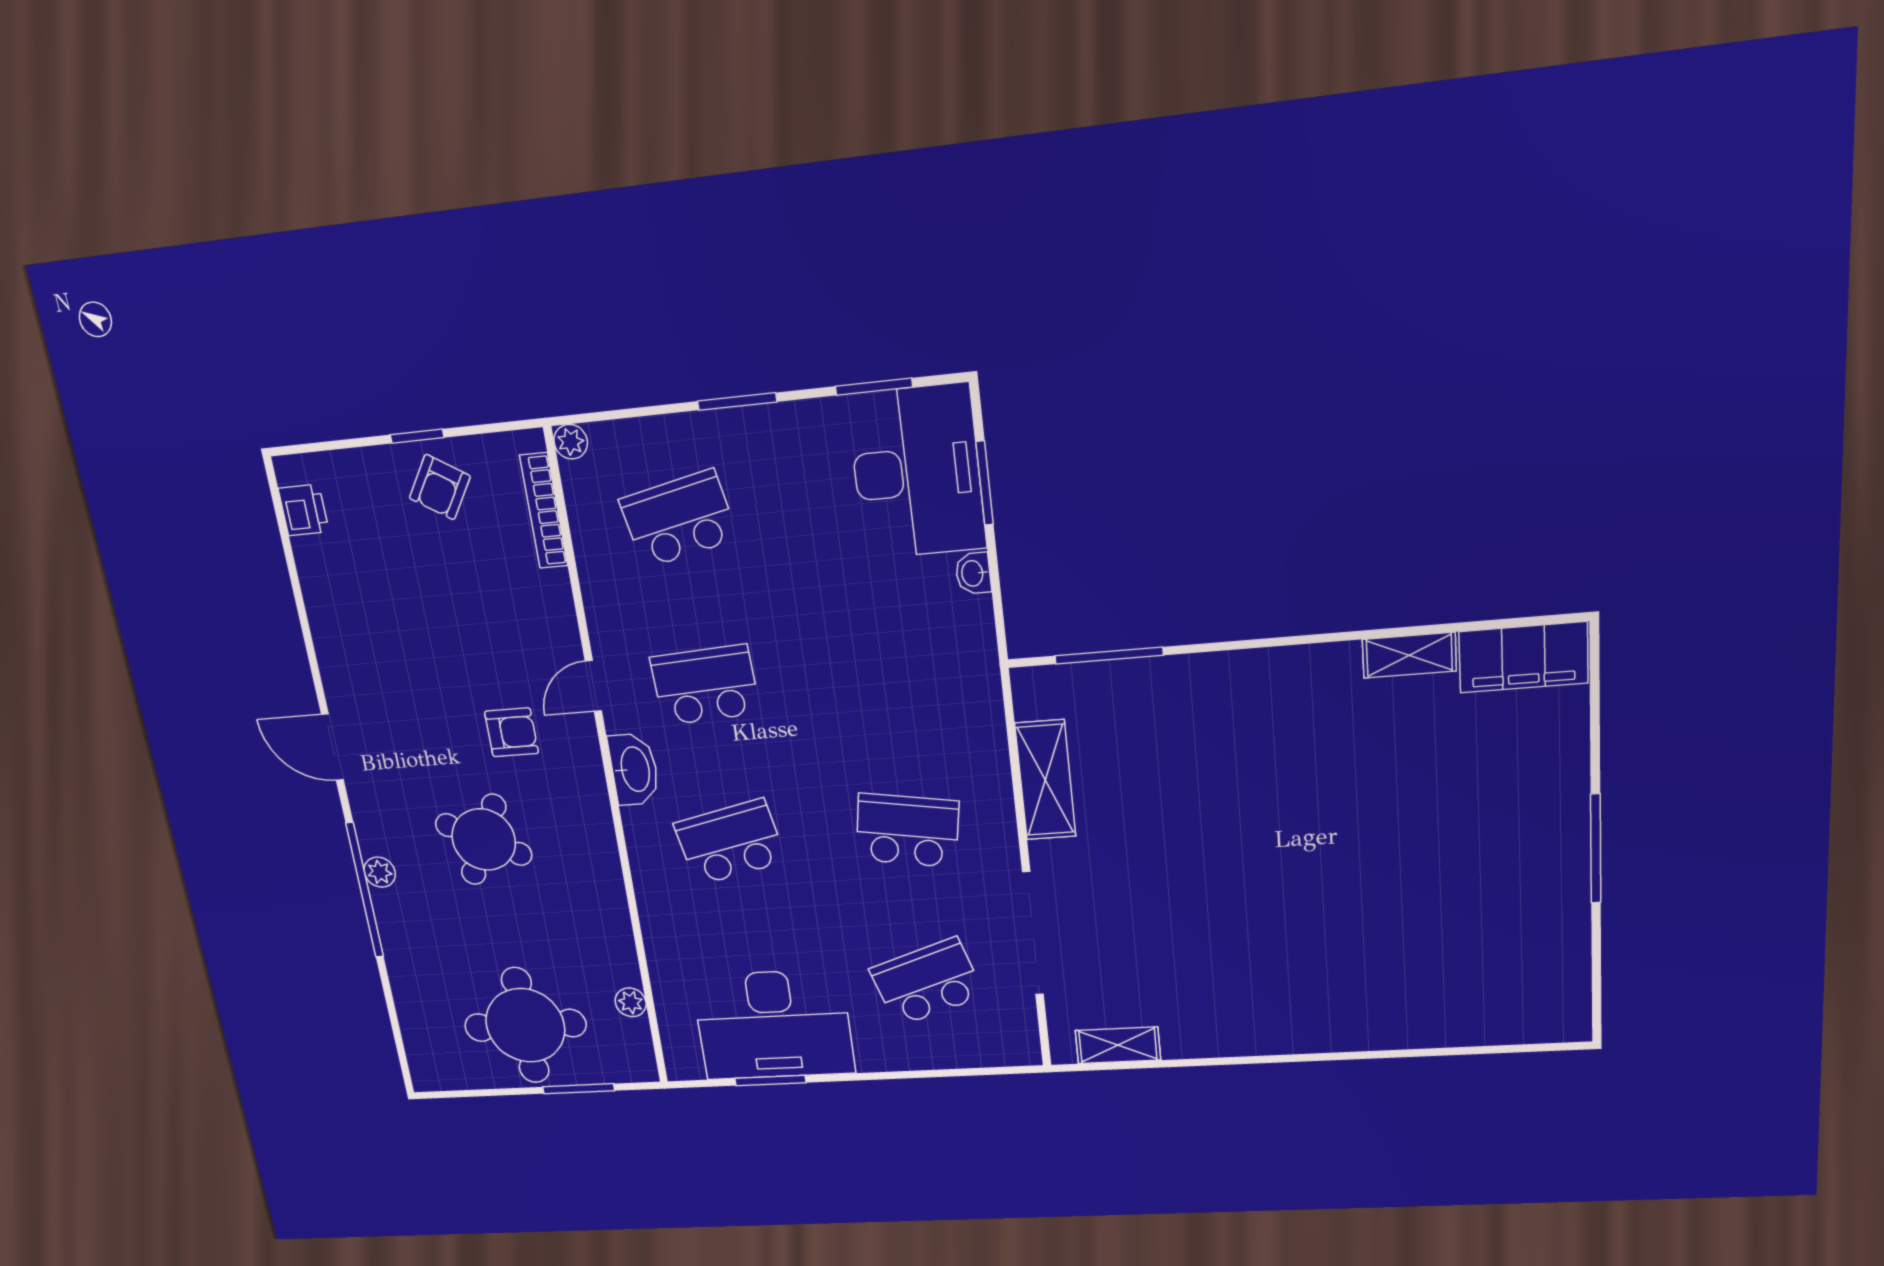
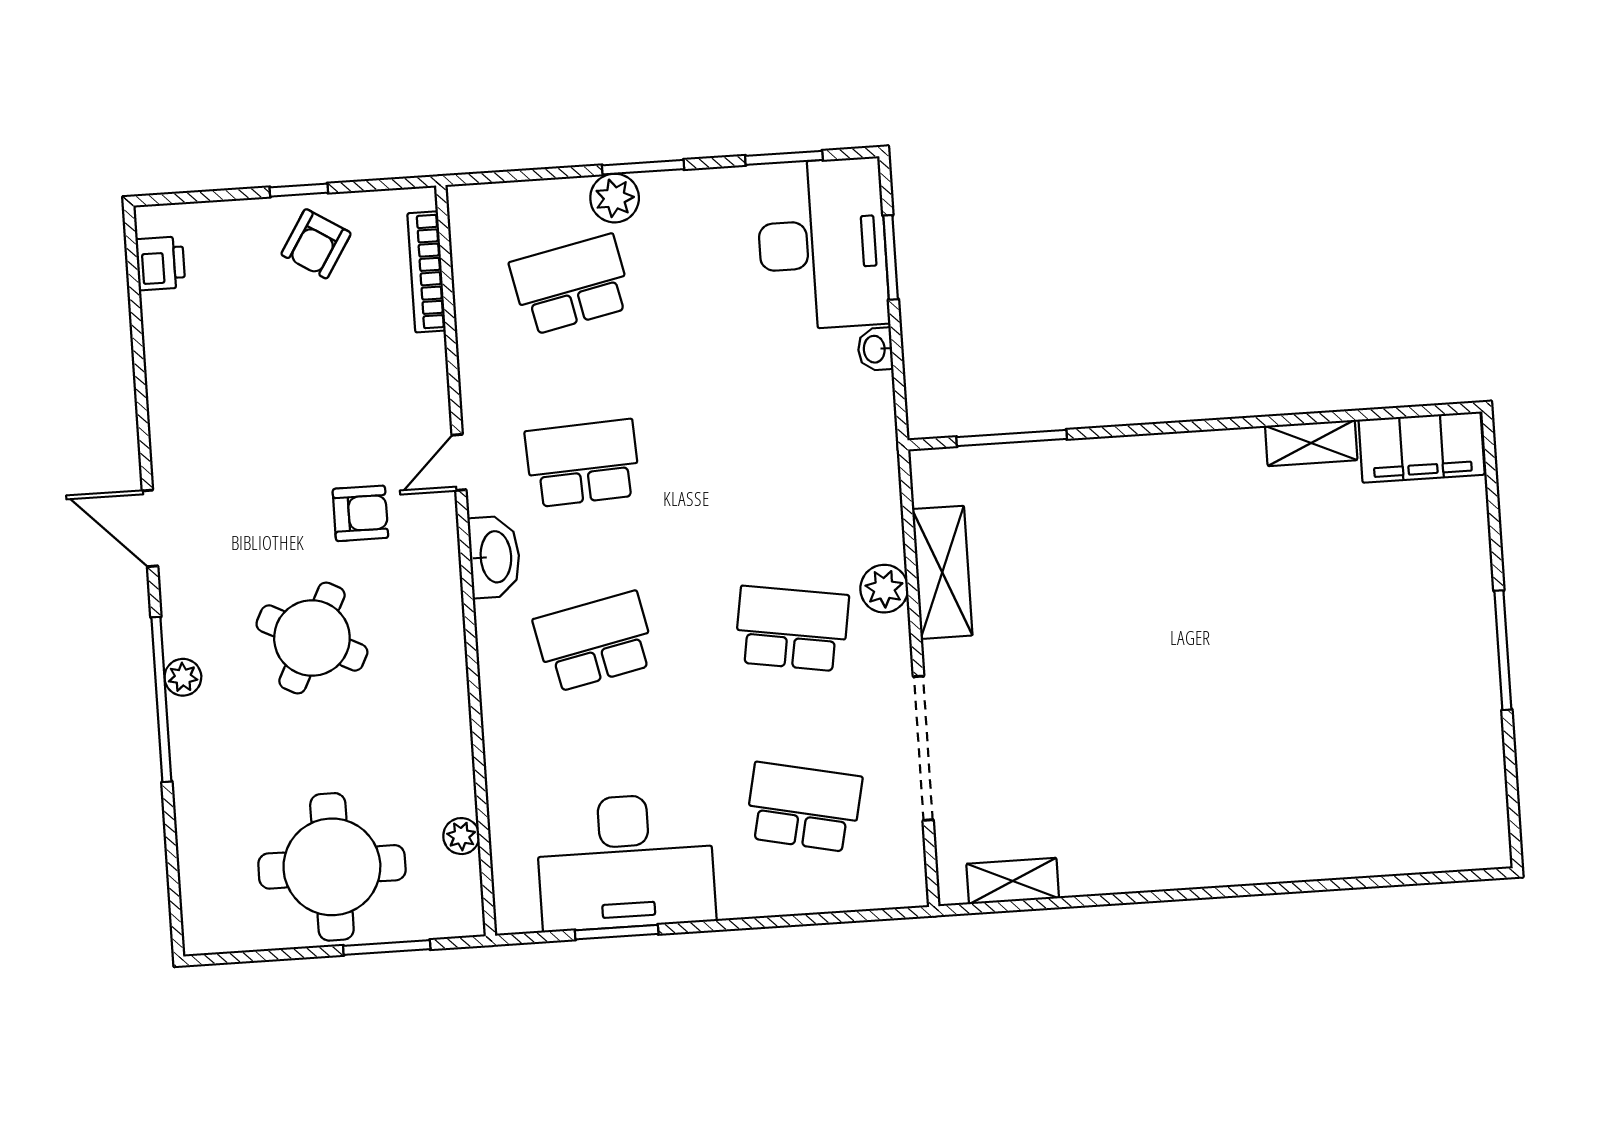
plant: (571, 442) -> (615, 198), moved, width x1.38, depth x1.38
plant: (991, 795) -> (884, 589), added
school desk: (927, 982) -> (804, 807), turned 30

